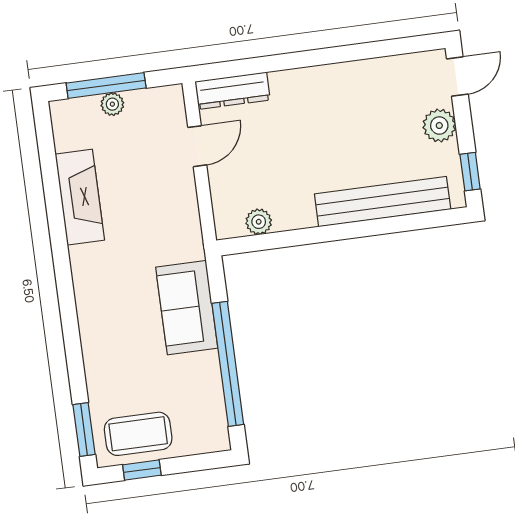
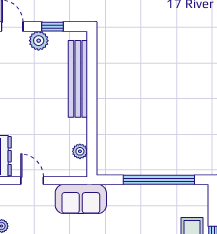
window: (470, 172) -> (52, 27), moved
sofa: (187, 308) -> (81, 199), moved

